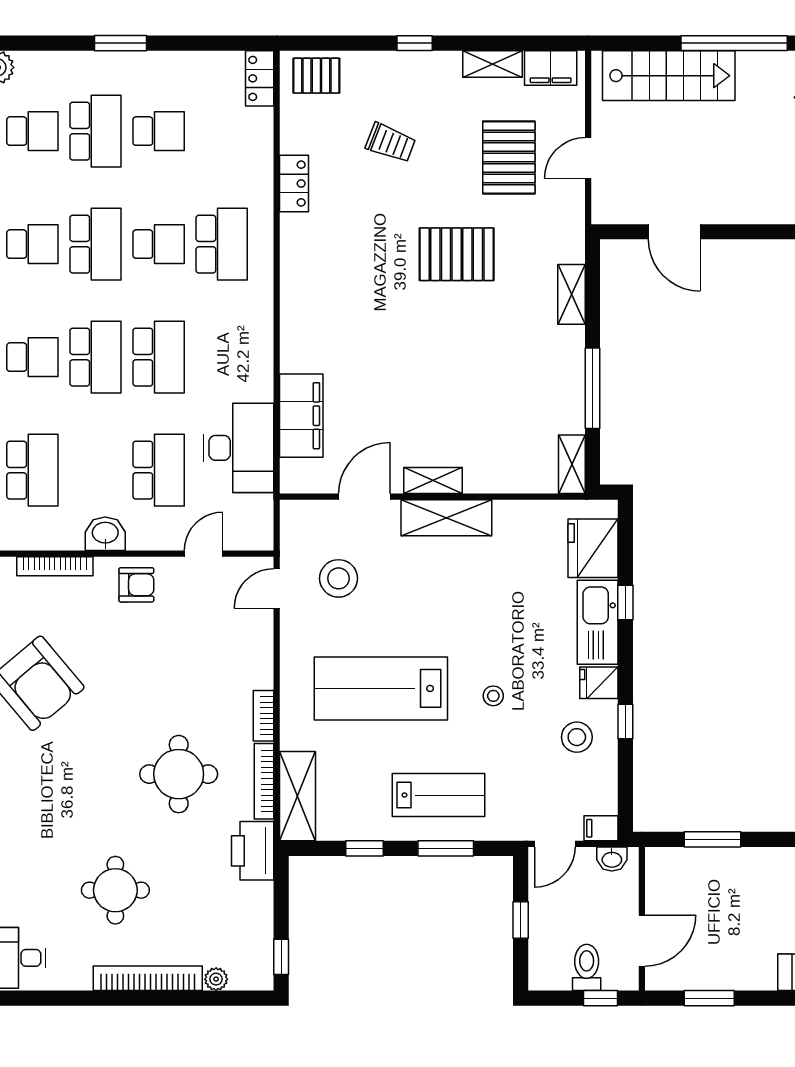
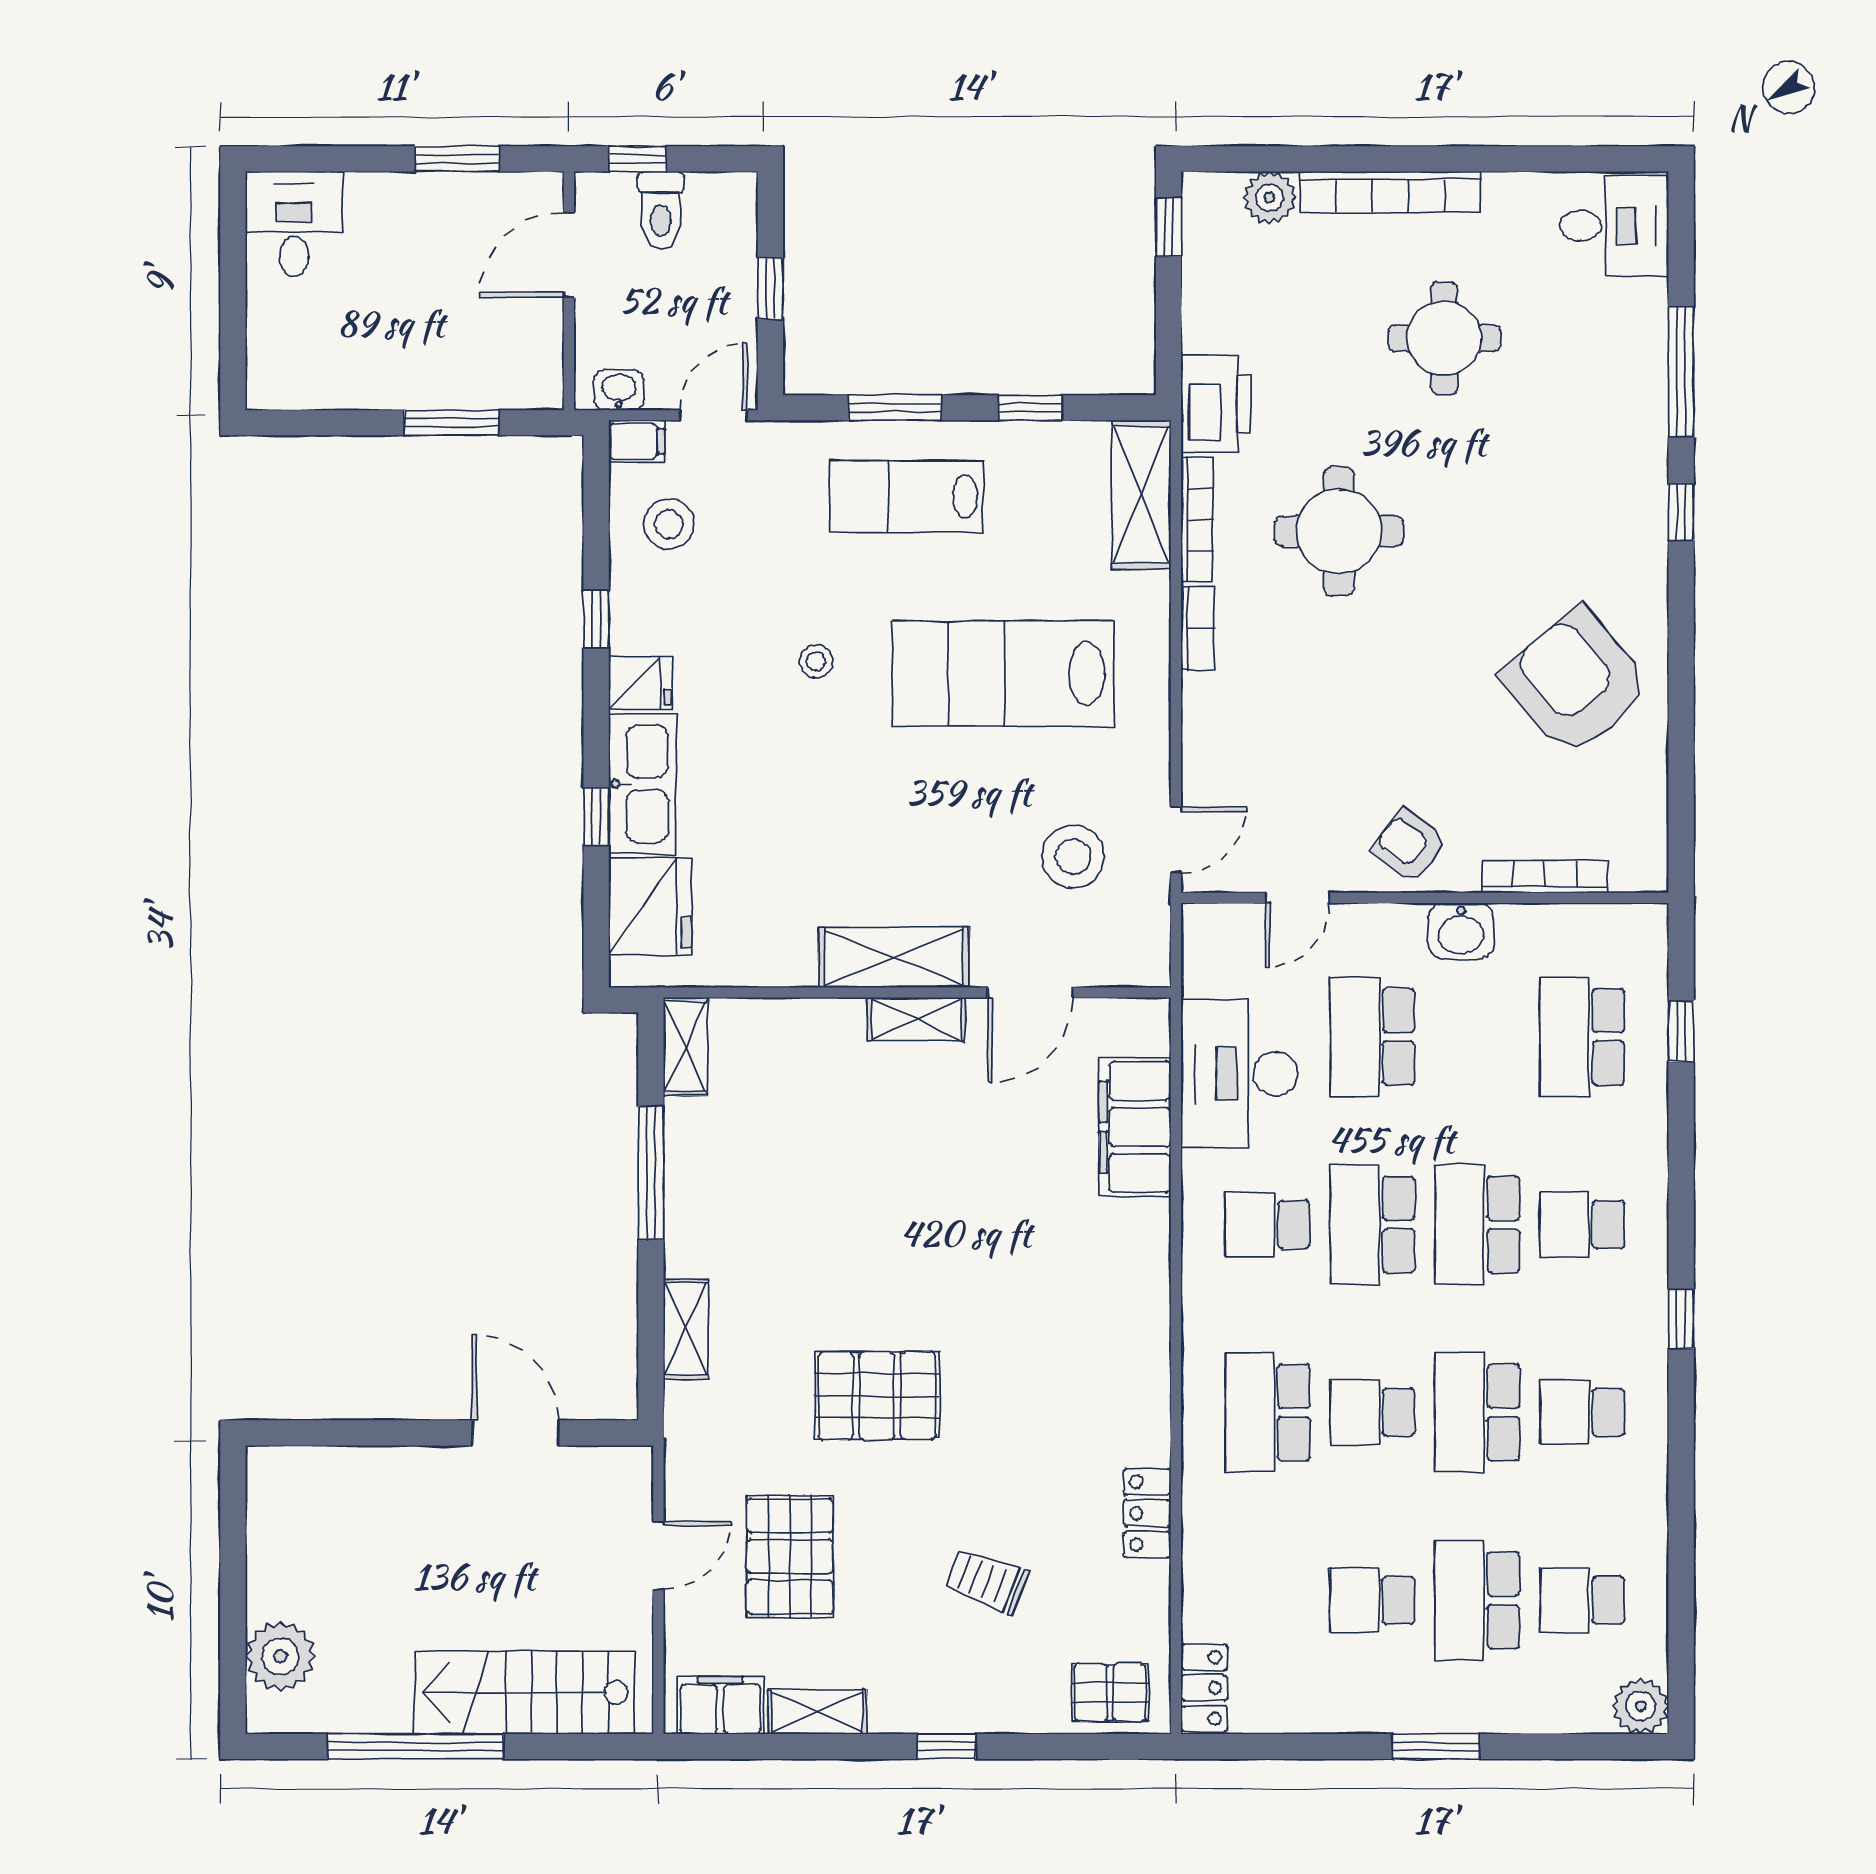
school desk: (222, 357) -> (1267, 1225), added
armchair: (136, 585) -> (1409, 846), turned 36
lab bench: (381, 688) -> (1003, 674), turned 180
stool: (577, 737) -> (669, 524), moved
plant: (216, 979) -> (1270, 198), width x1.38, depth x1.38

